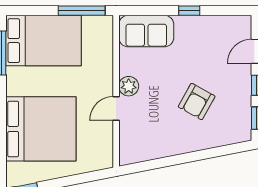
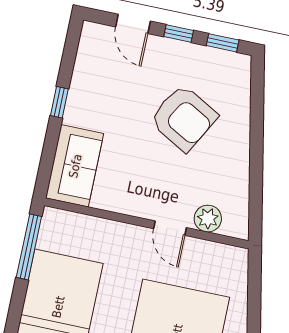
plant: (129, 86) -> (208, 219), moved
armchair: (197, 102) -> (184, 118), width x1.36, depth x1.36

